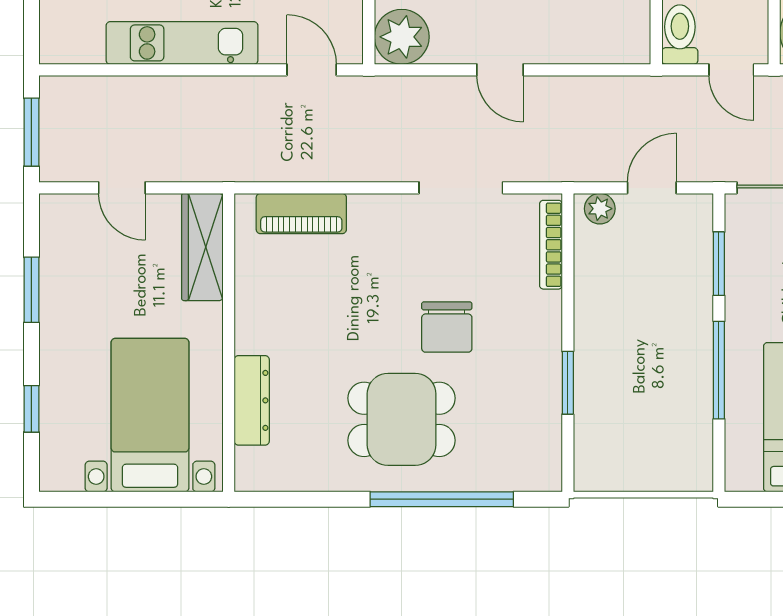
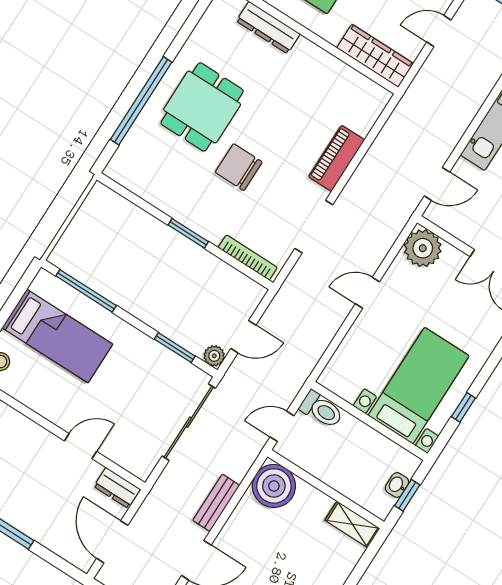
door: (652, 188) -> (243, 337), hinge flipped
plant: (600, 209) -> (214, 356), moved
piano: (301, 213) -> (337, 158), moved
window: (719, 370) -> (86, 291), moved
window: (568, 383) -> (188, 233), moved

